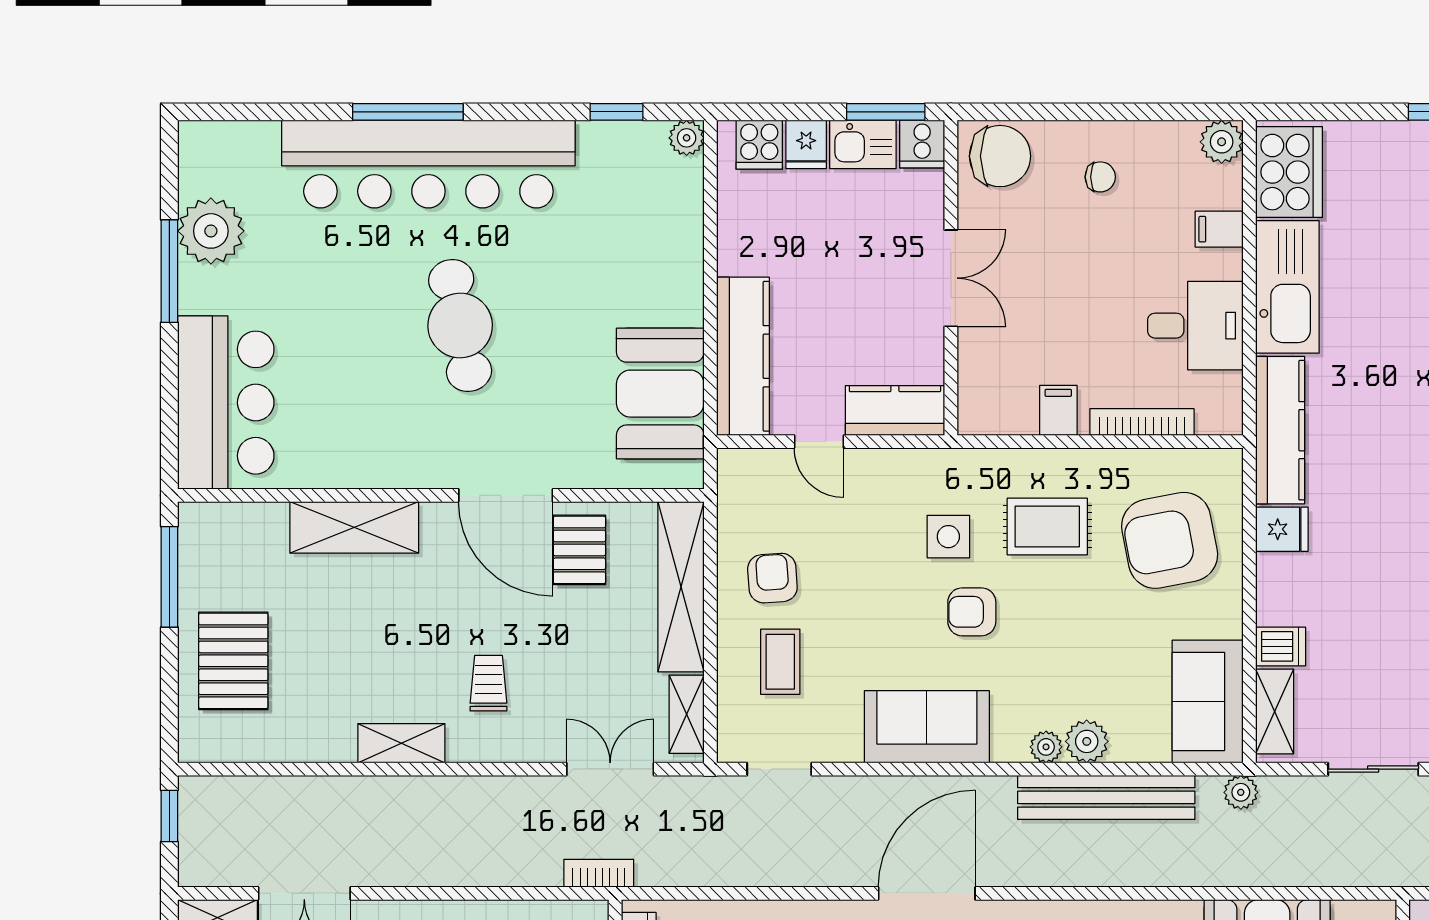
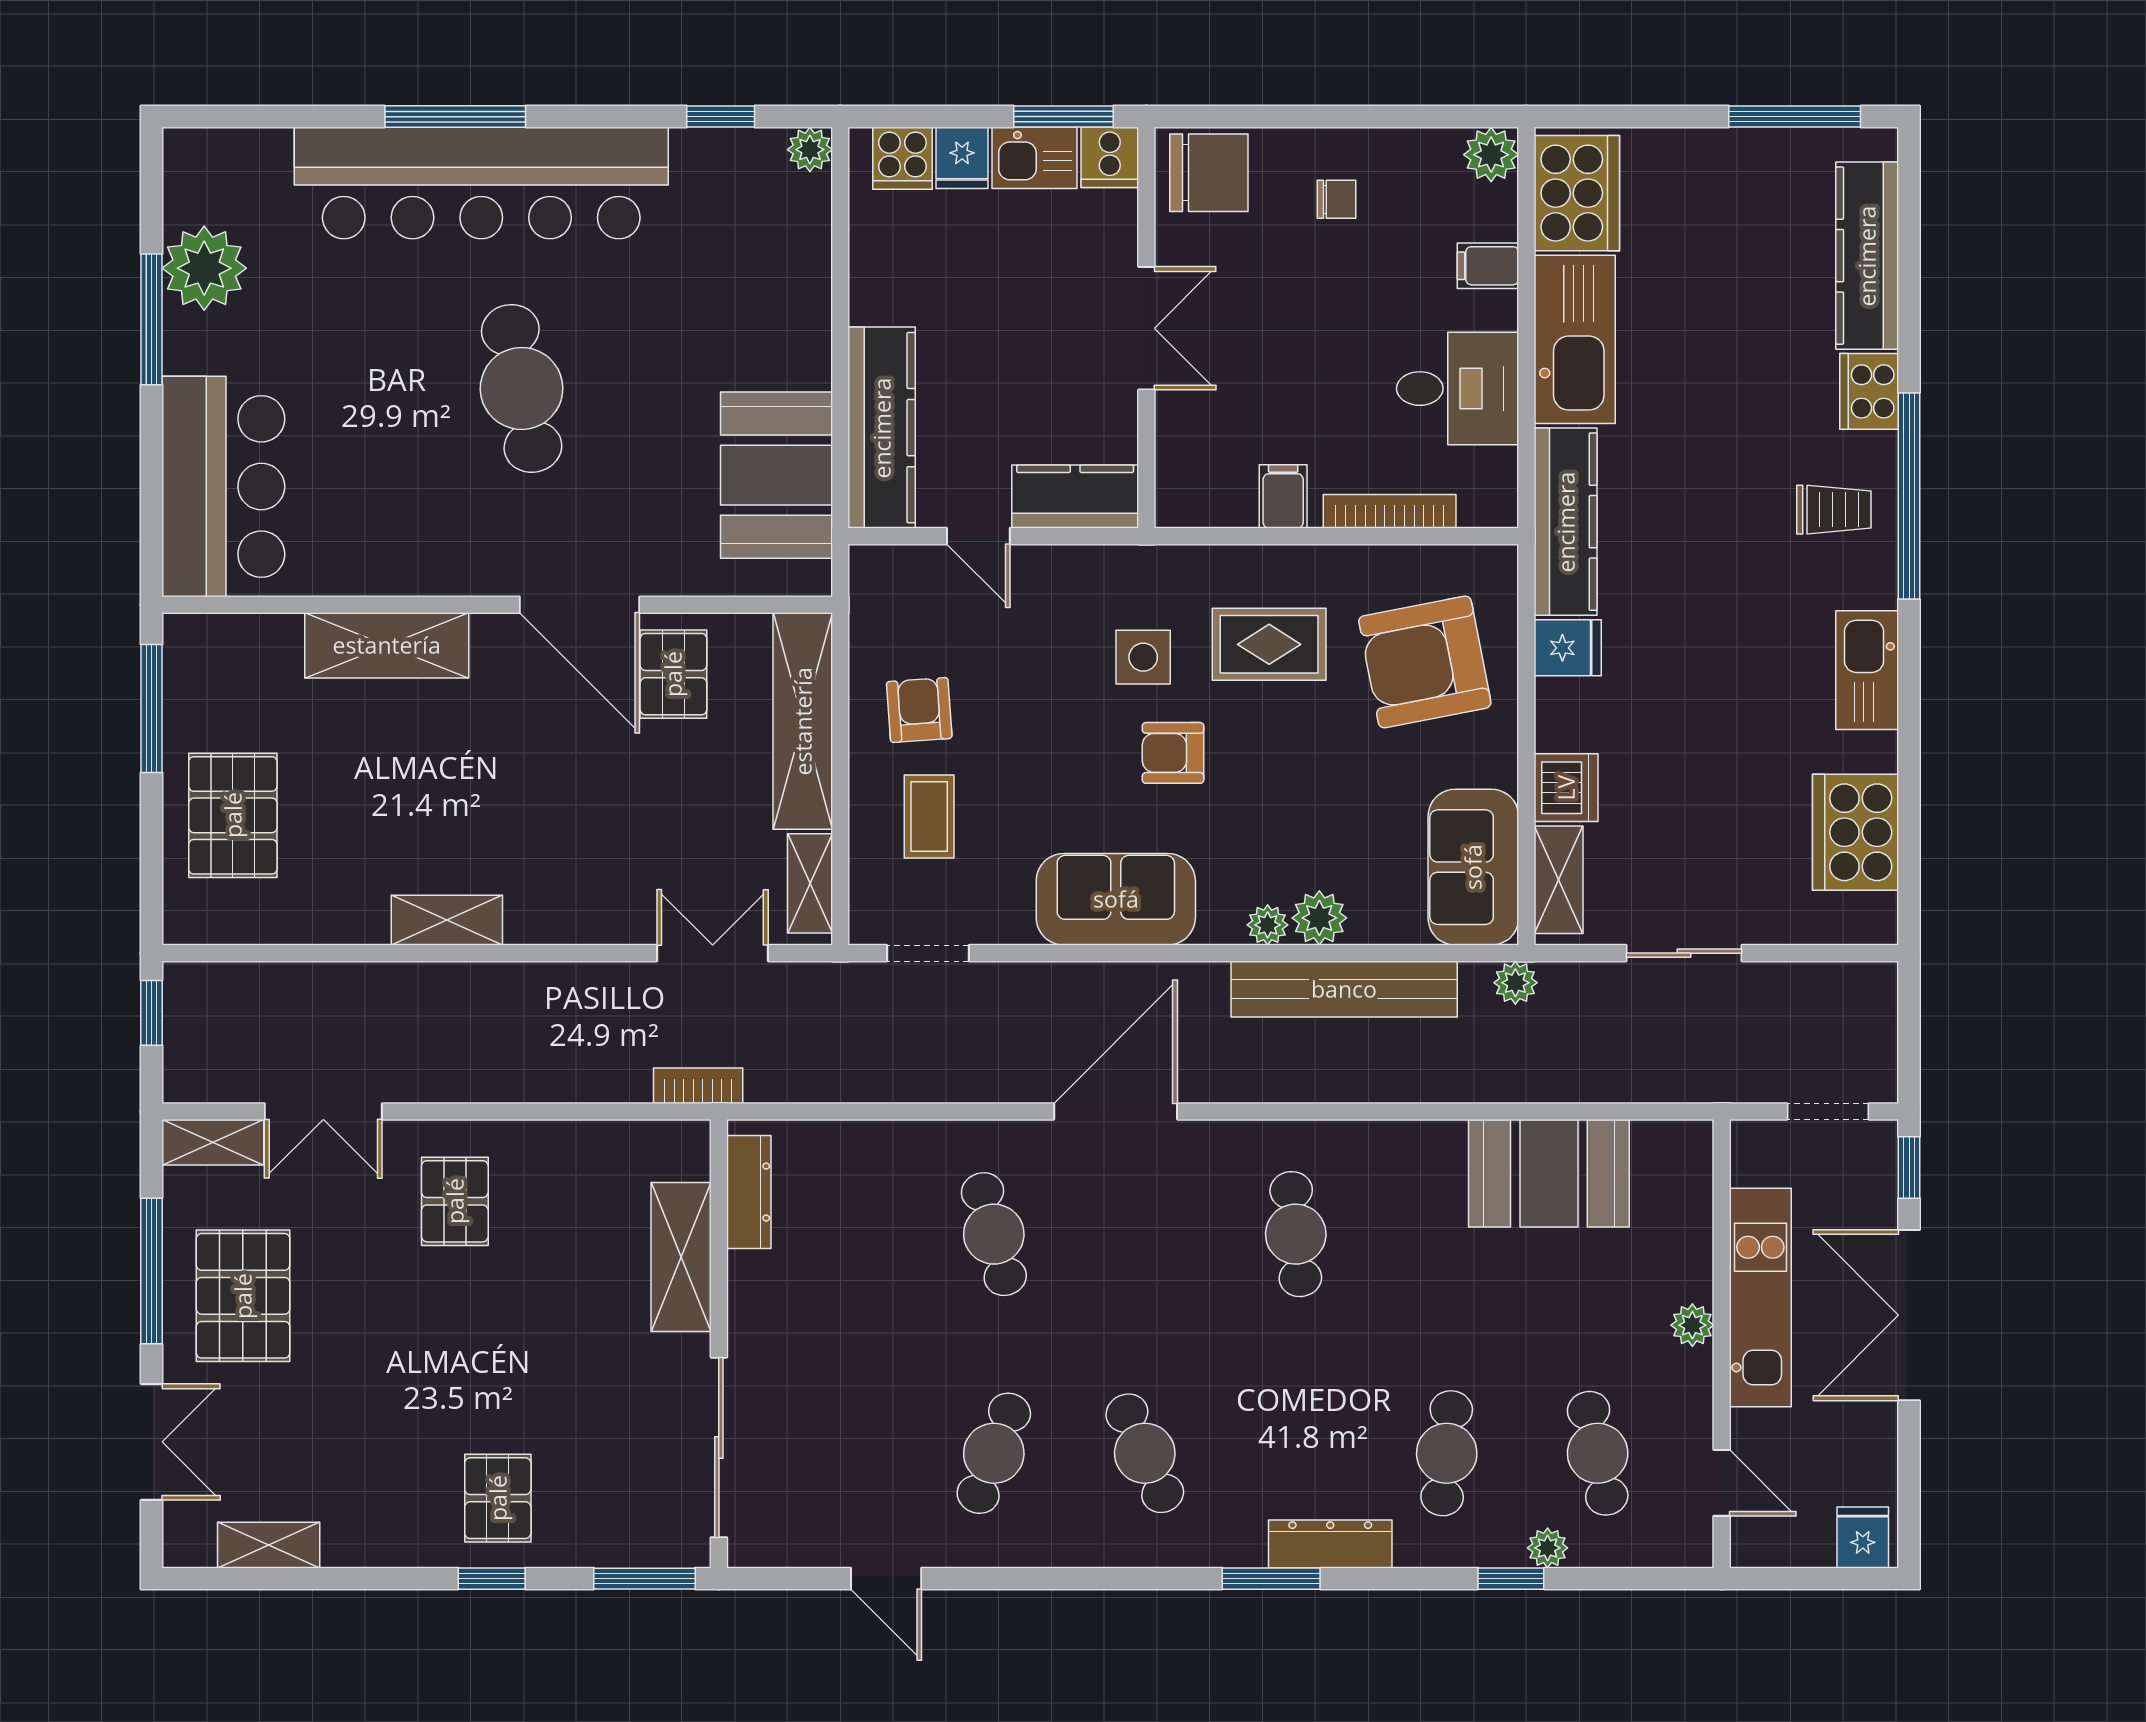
dishwasher: (1281, 646) -> (1566, 788), width x1.38
trolley: (488, 683) -> (558, 844), removed

